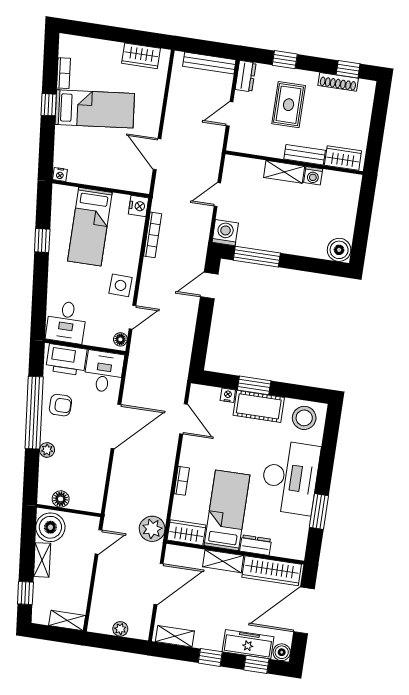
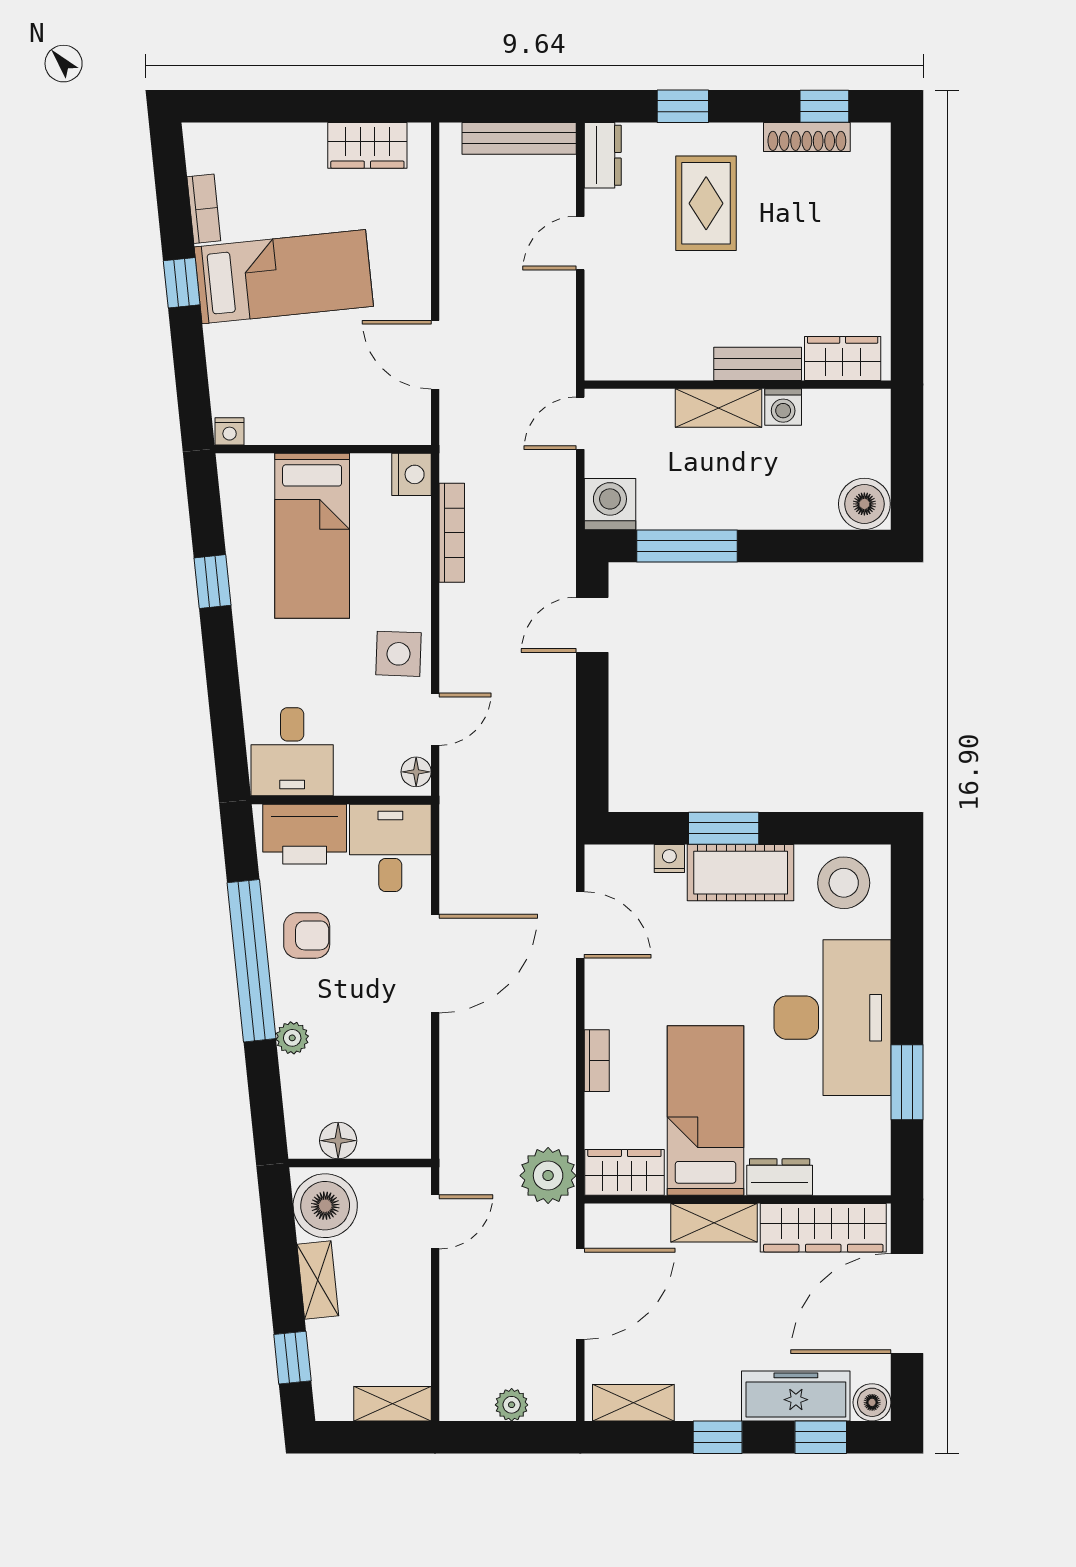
bench: (305, 155) -> (758, 364), moved
wardrobe: (343, 158) -> (843, 358), moved
wall: (294, 163) -> (738, 385), moved
shelving: (284, 172) -> (719, 408), moved
washing machine: (313, 176) -> (783, 407), moved

